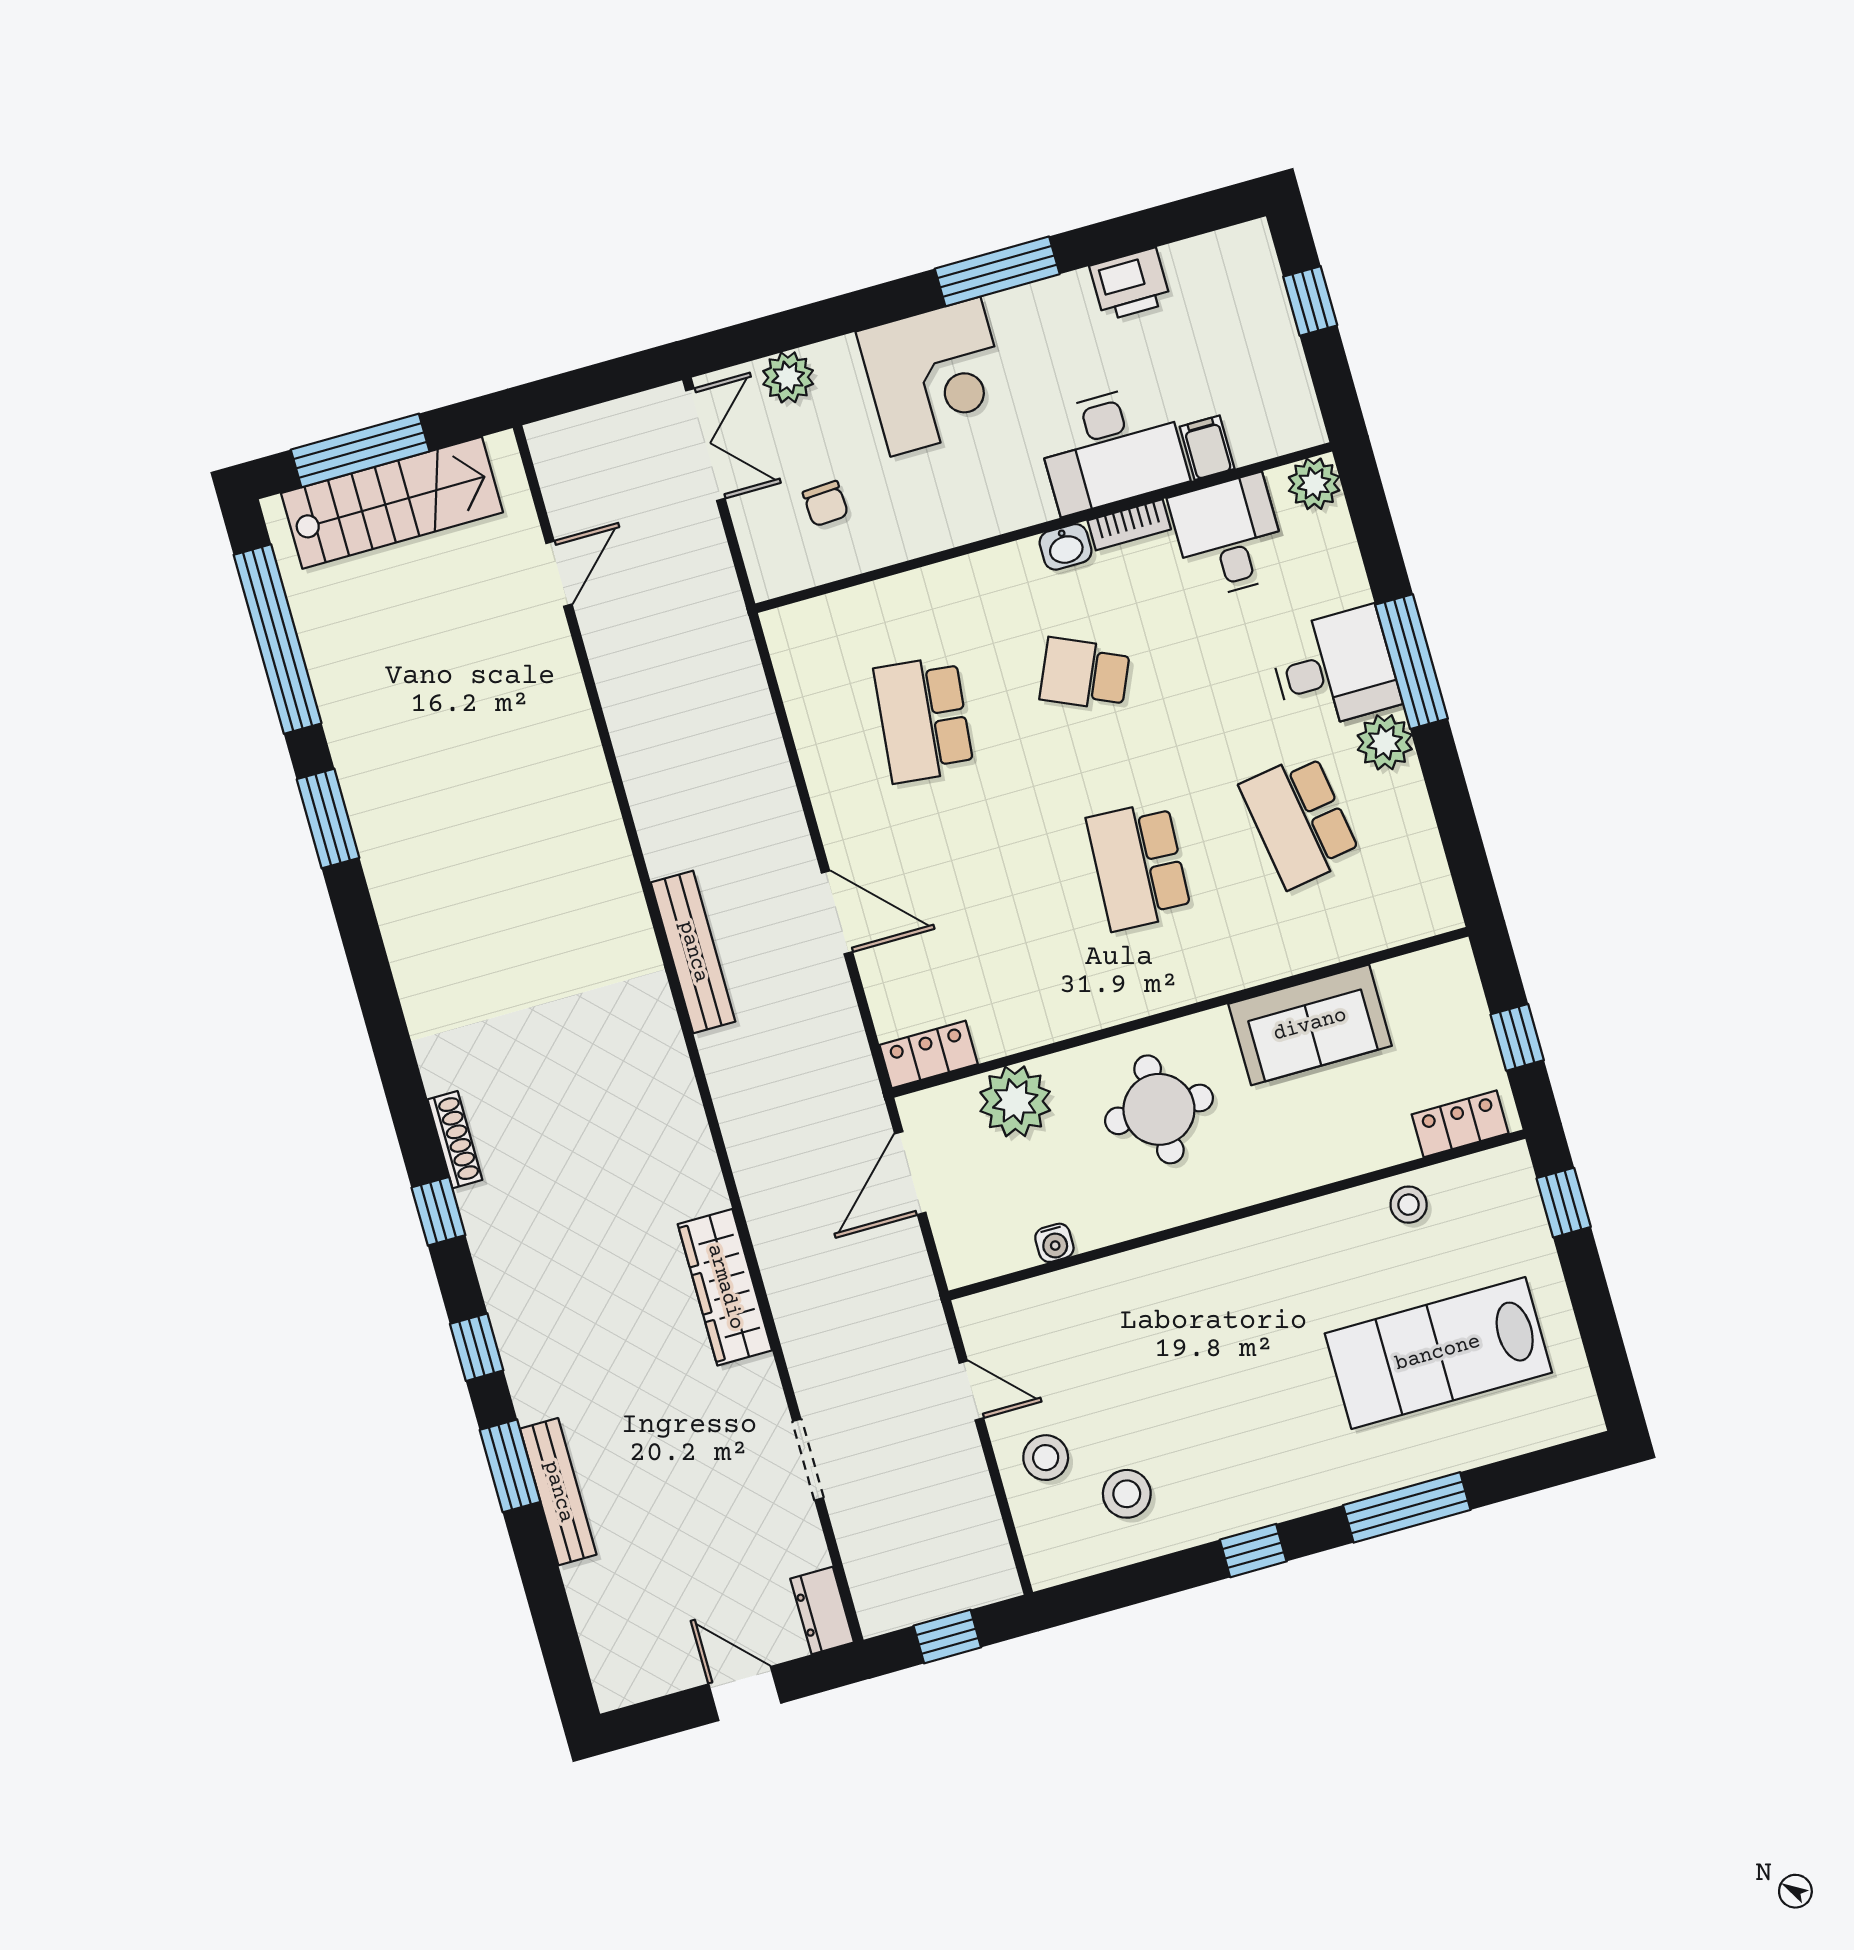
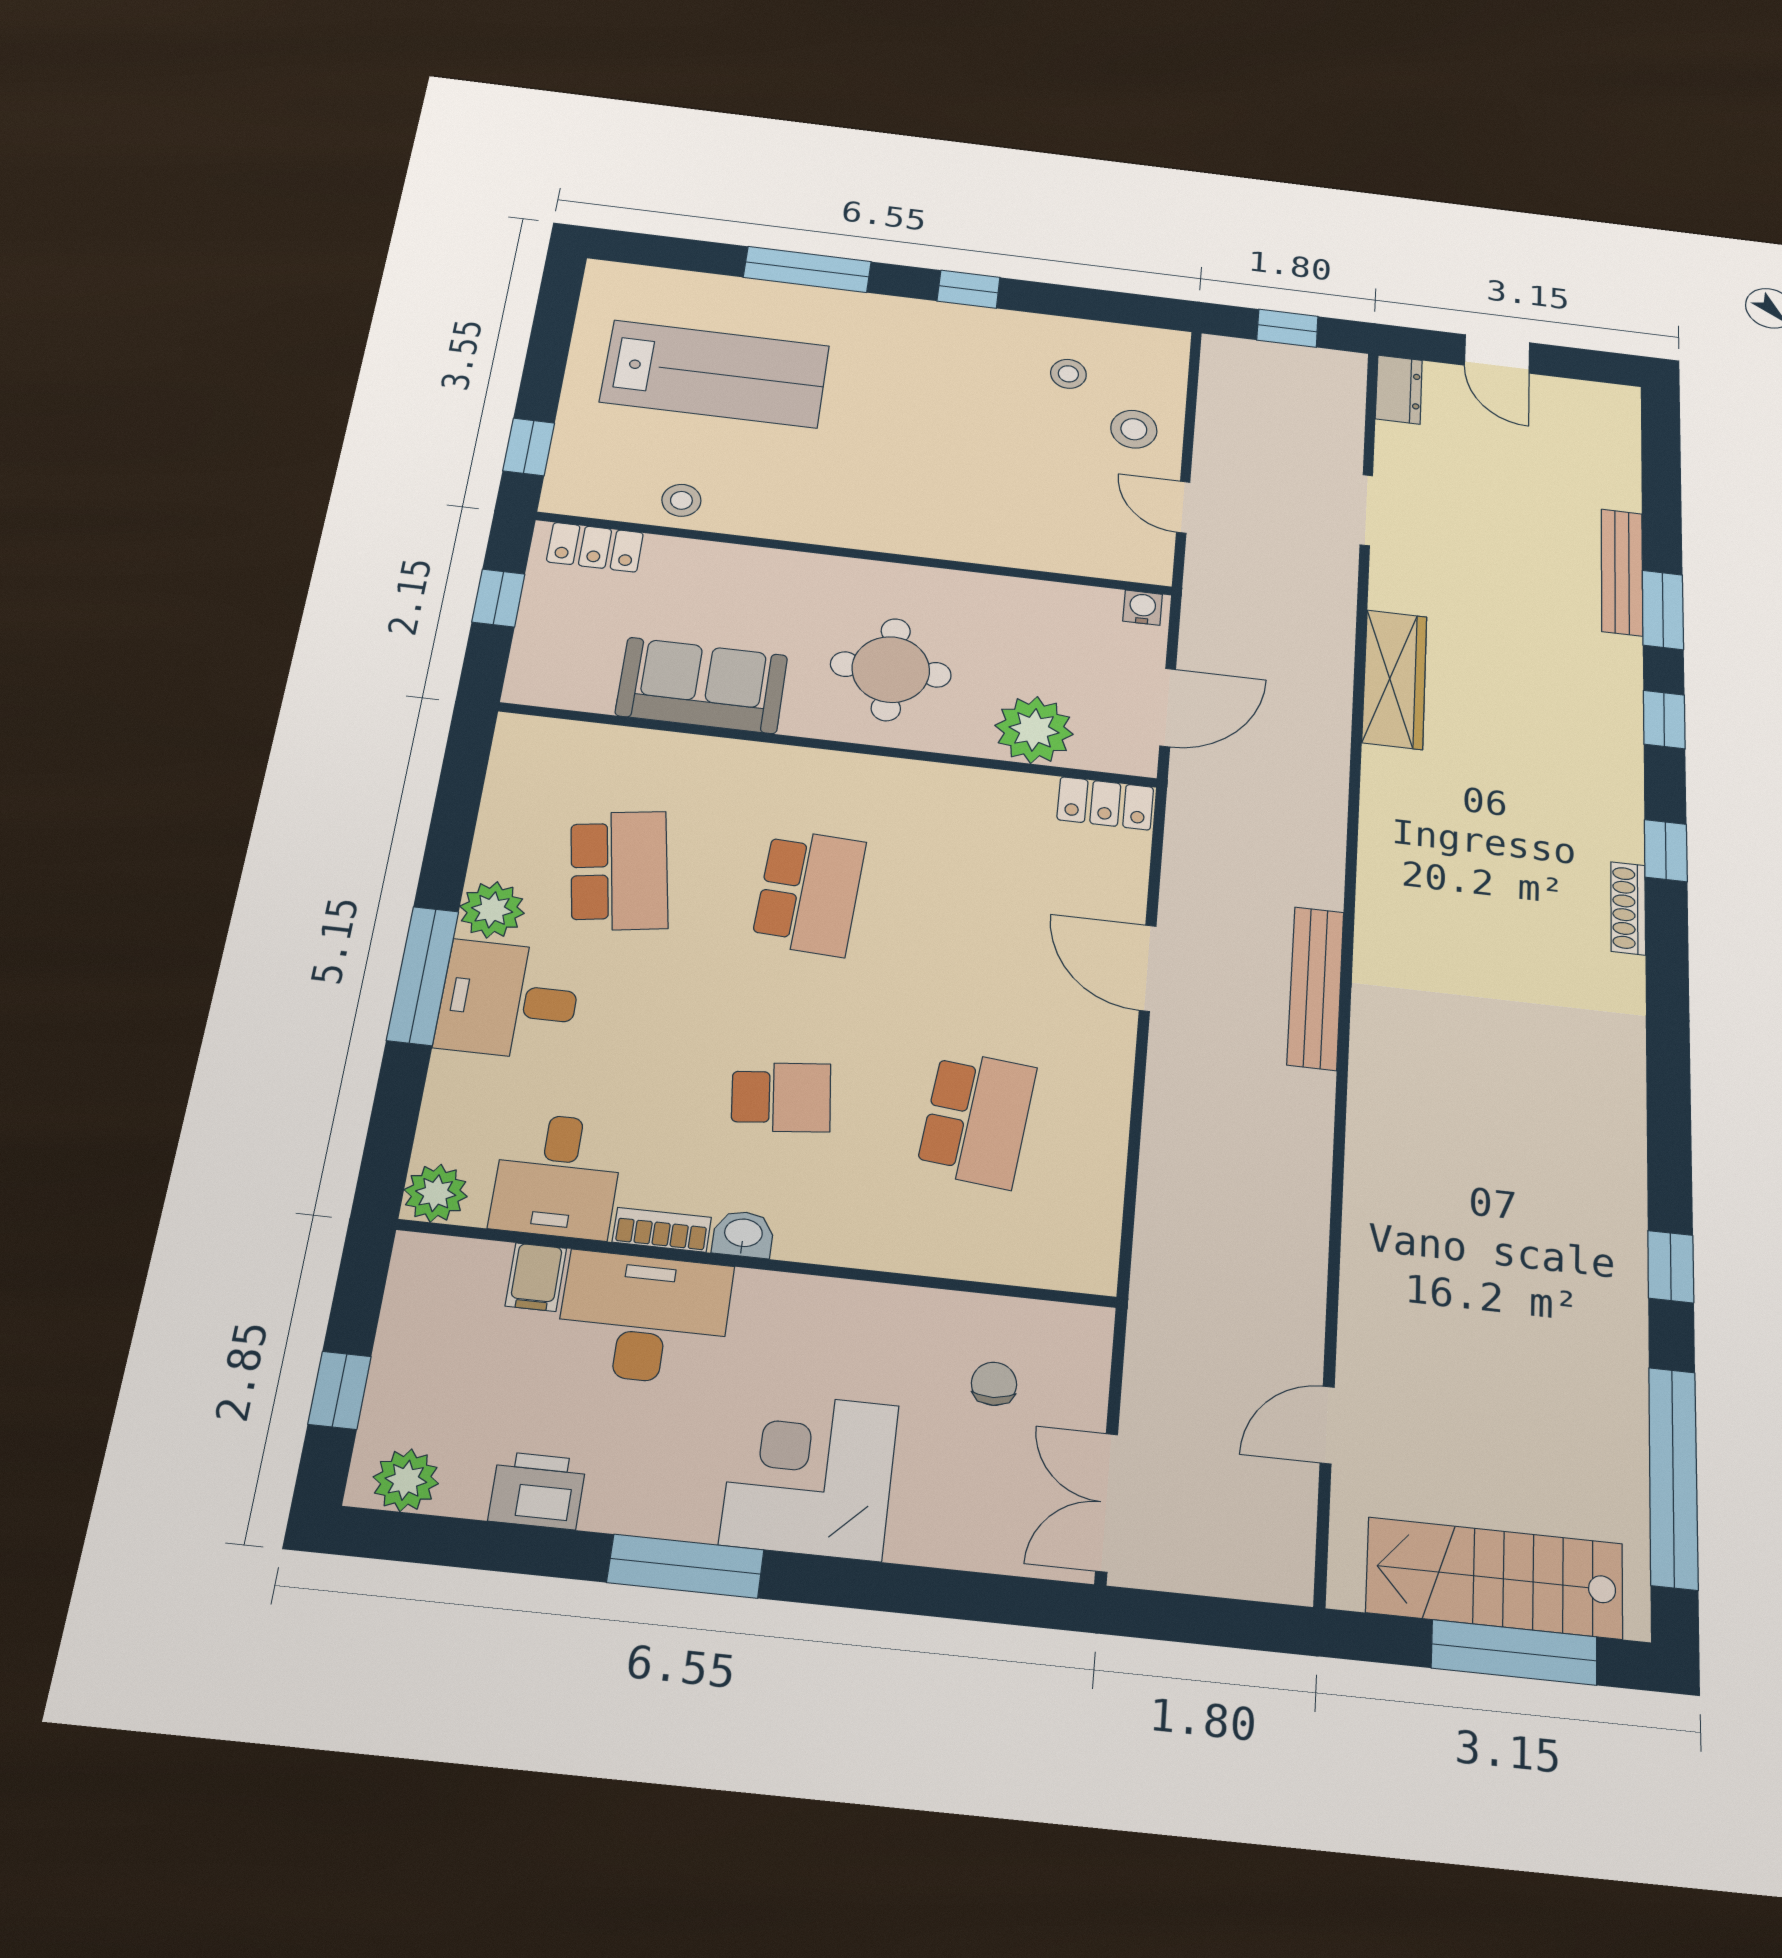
plant: (788, 377) -> (406, 1480), moved
school desk: (1085, 674) -> (781, 1097), turned -30
window: (328, 818) -> (1671, 1267), width x0.67
water cooler: (1054, 1243) -> (1143, 608), moved
stool: (1127, 1494) -> (1068, 374), width x0.73, depth x0.73

